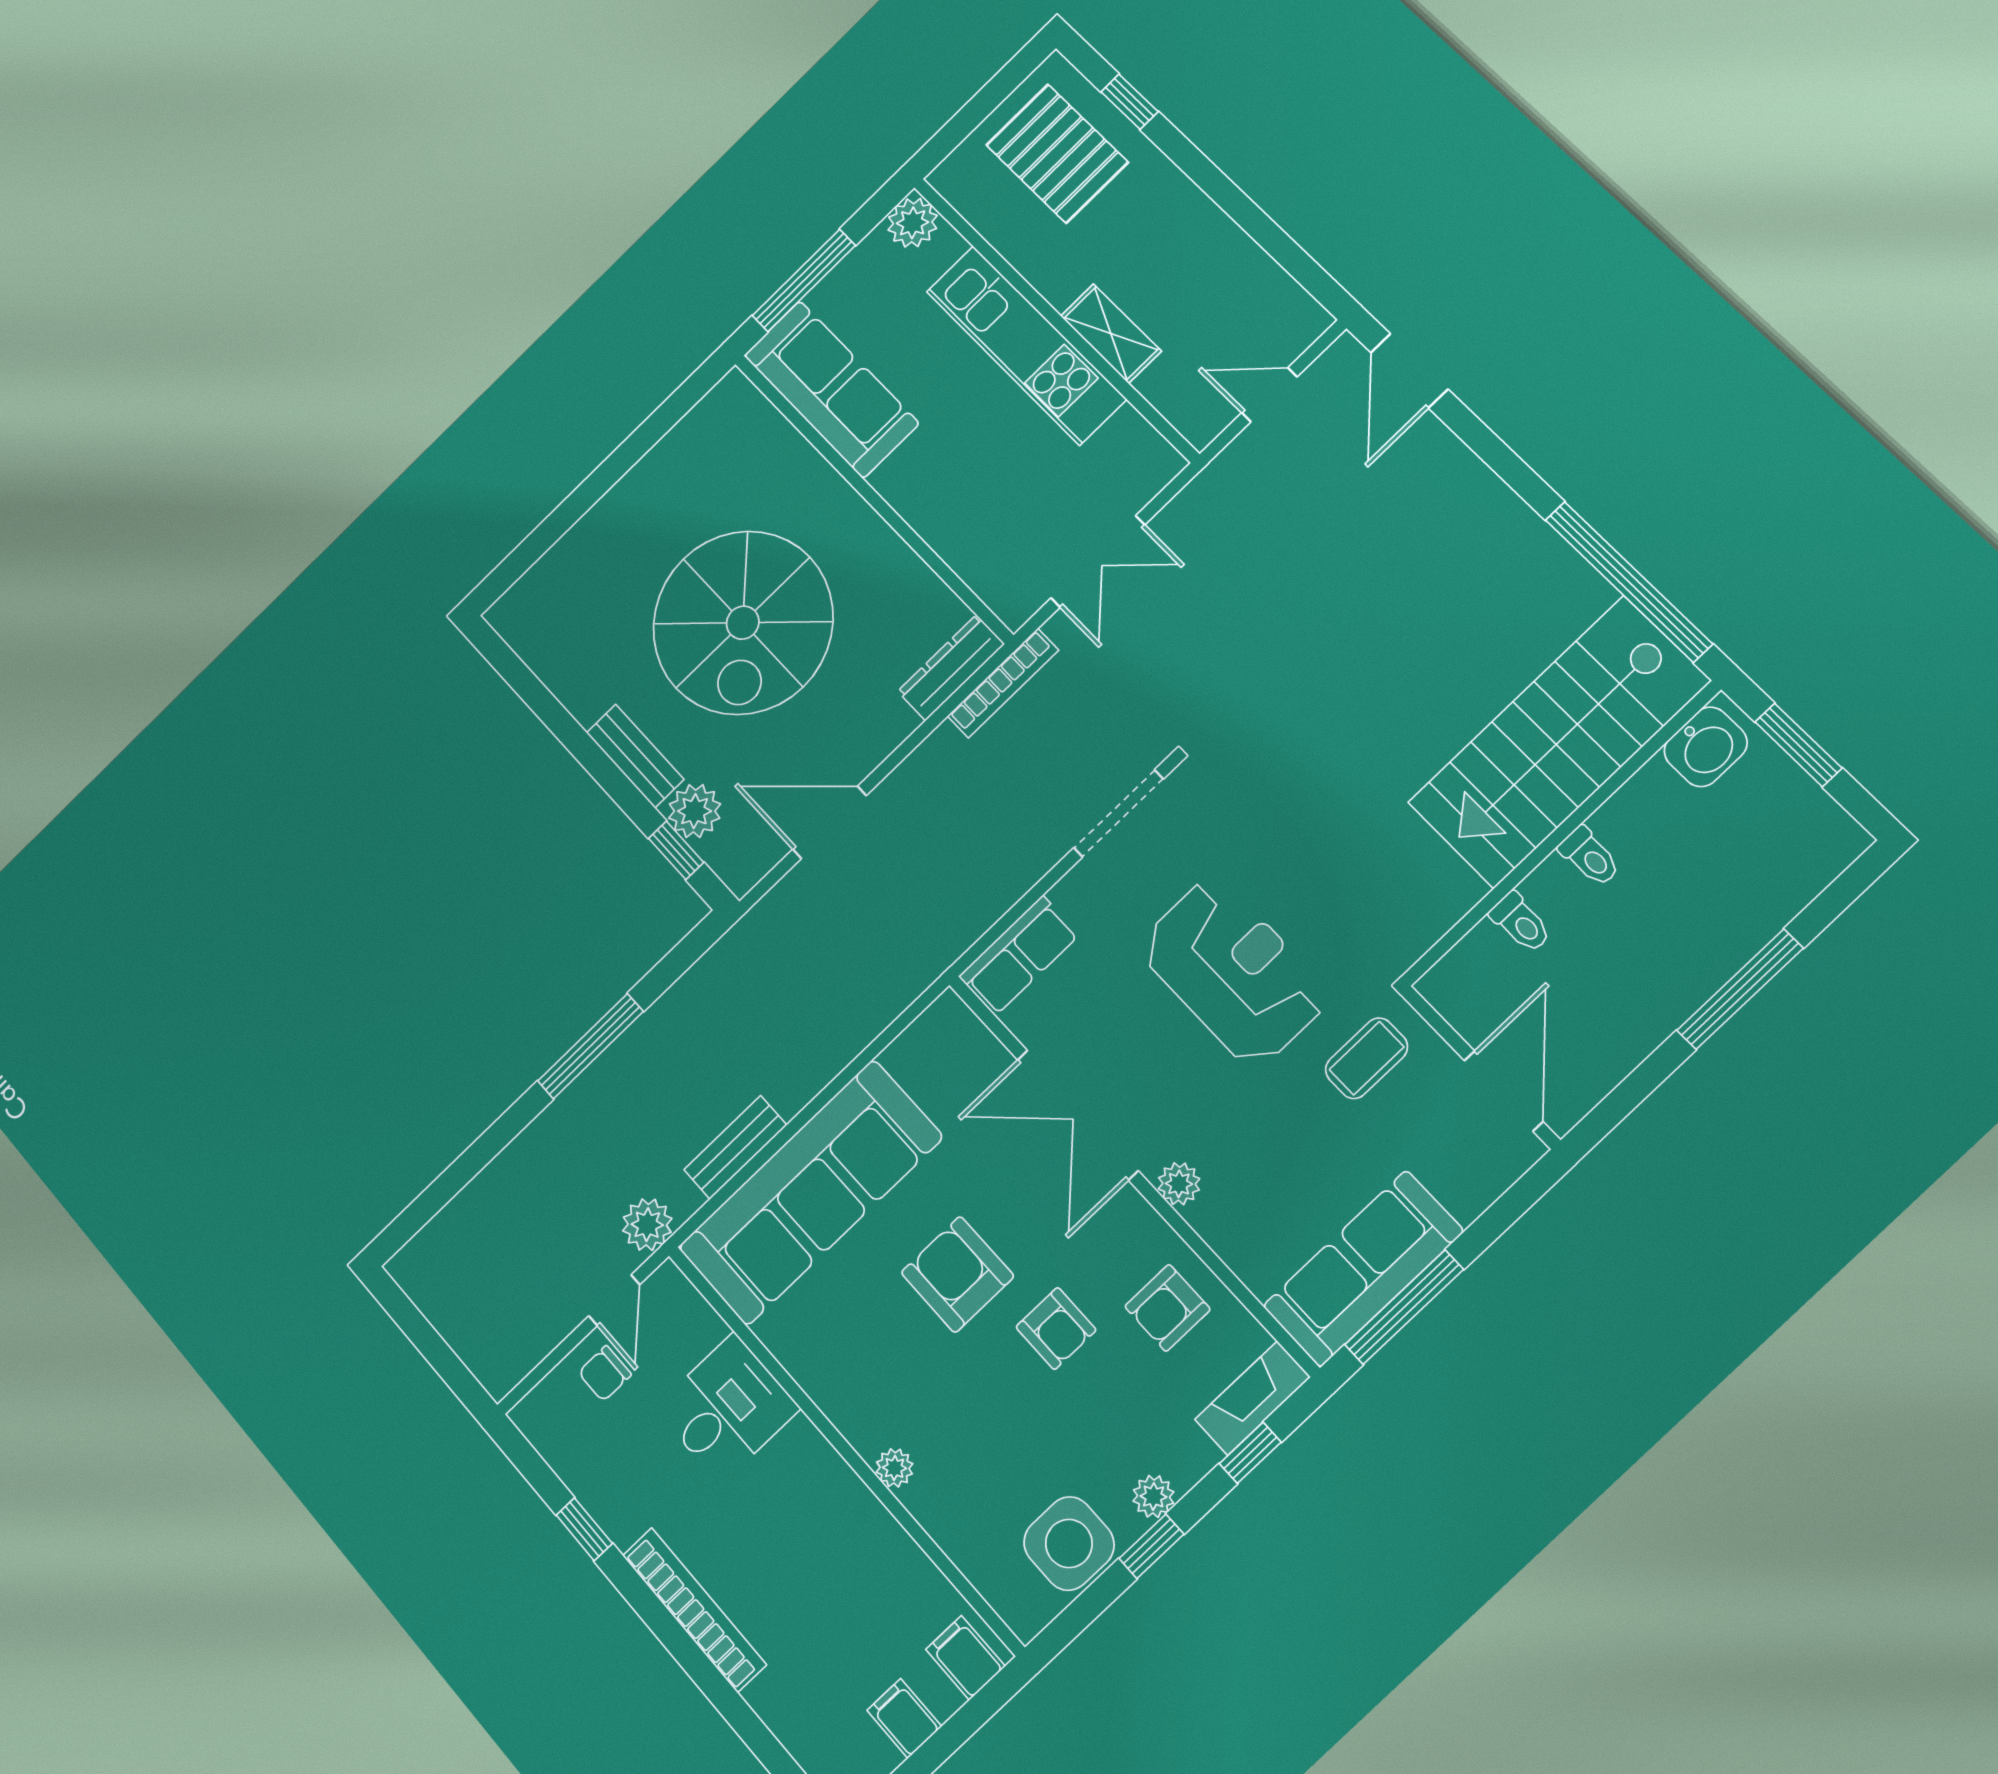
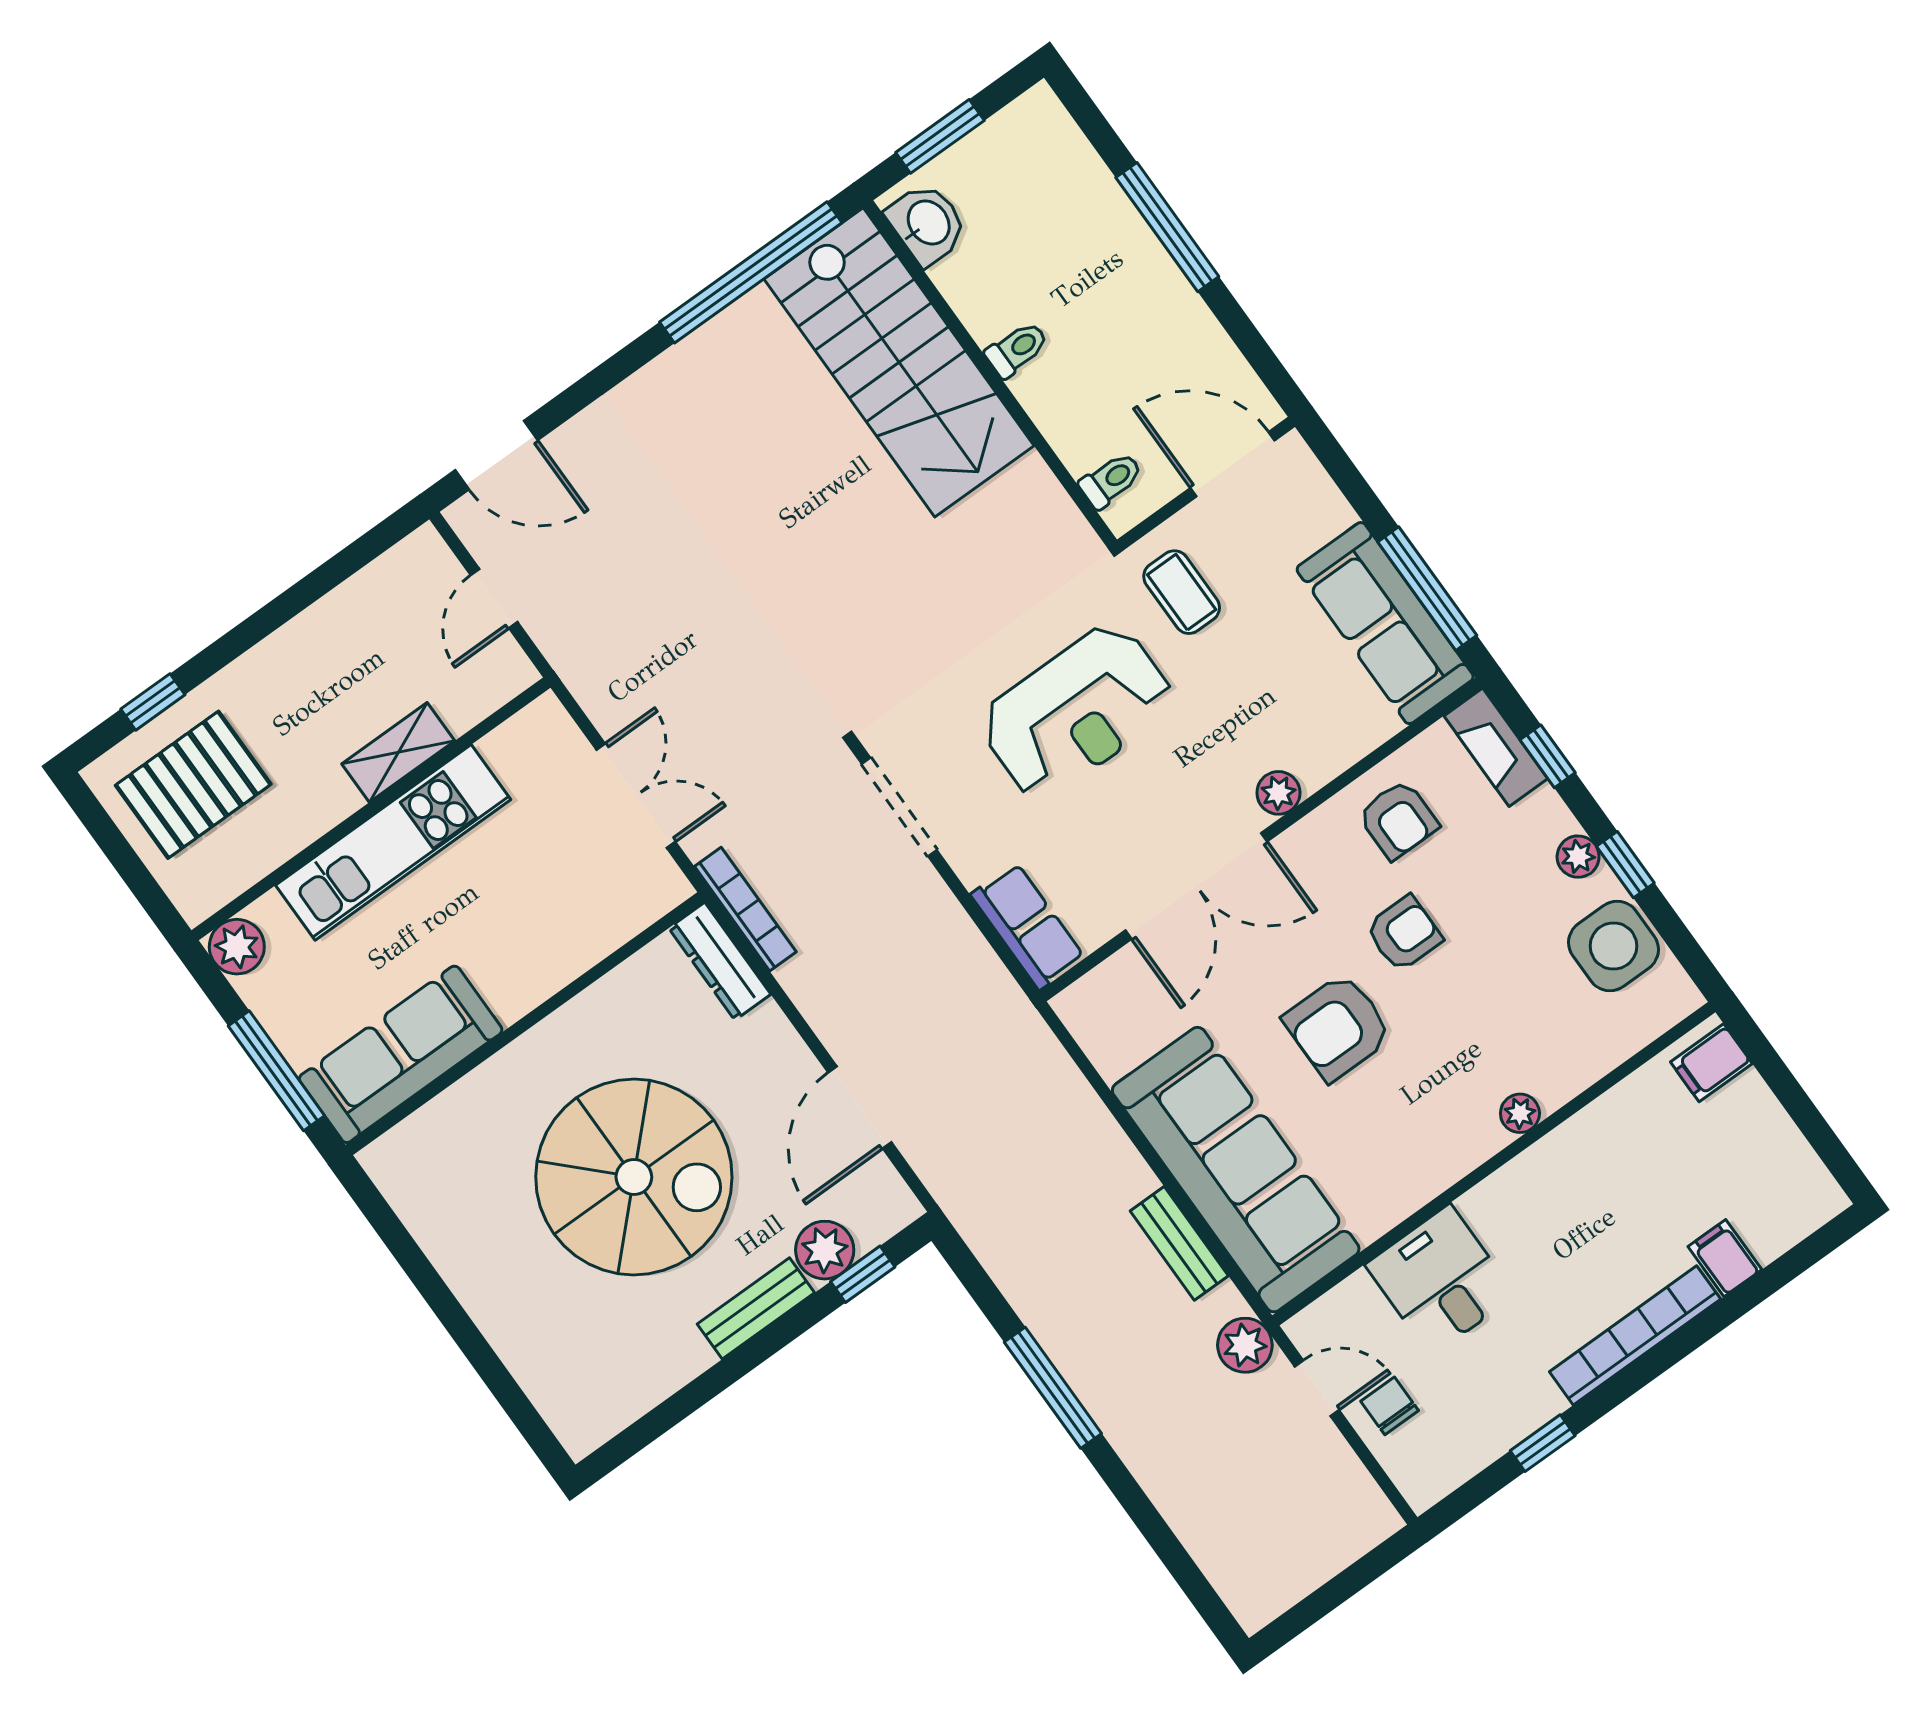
toilet: (1521, 922) -> (1111, 480), moved
reception desk: (1234, 972) -> (1077, 712), turned 180
chair: (605, 1373) -> (1390, 1406), turned 180
filing cabinet: (904, 1718) -> (1725, 1258), moved, turned 90

